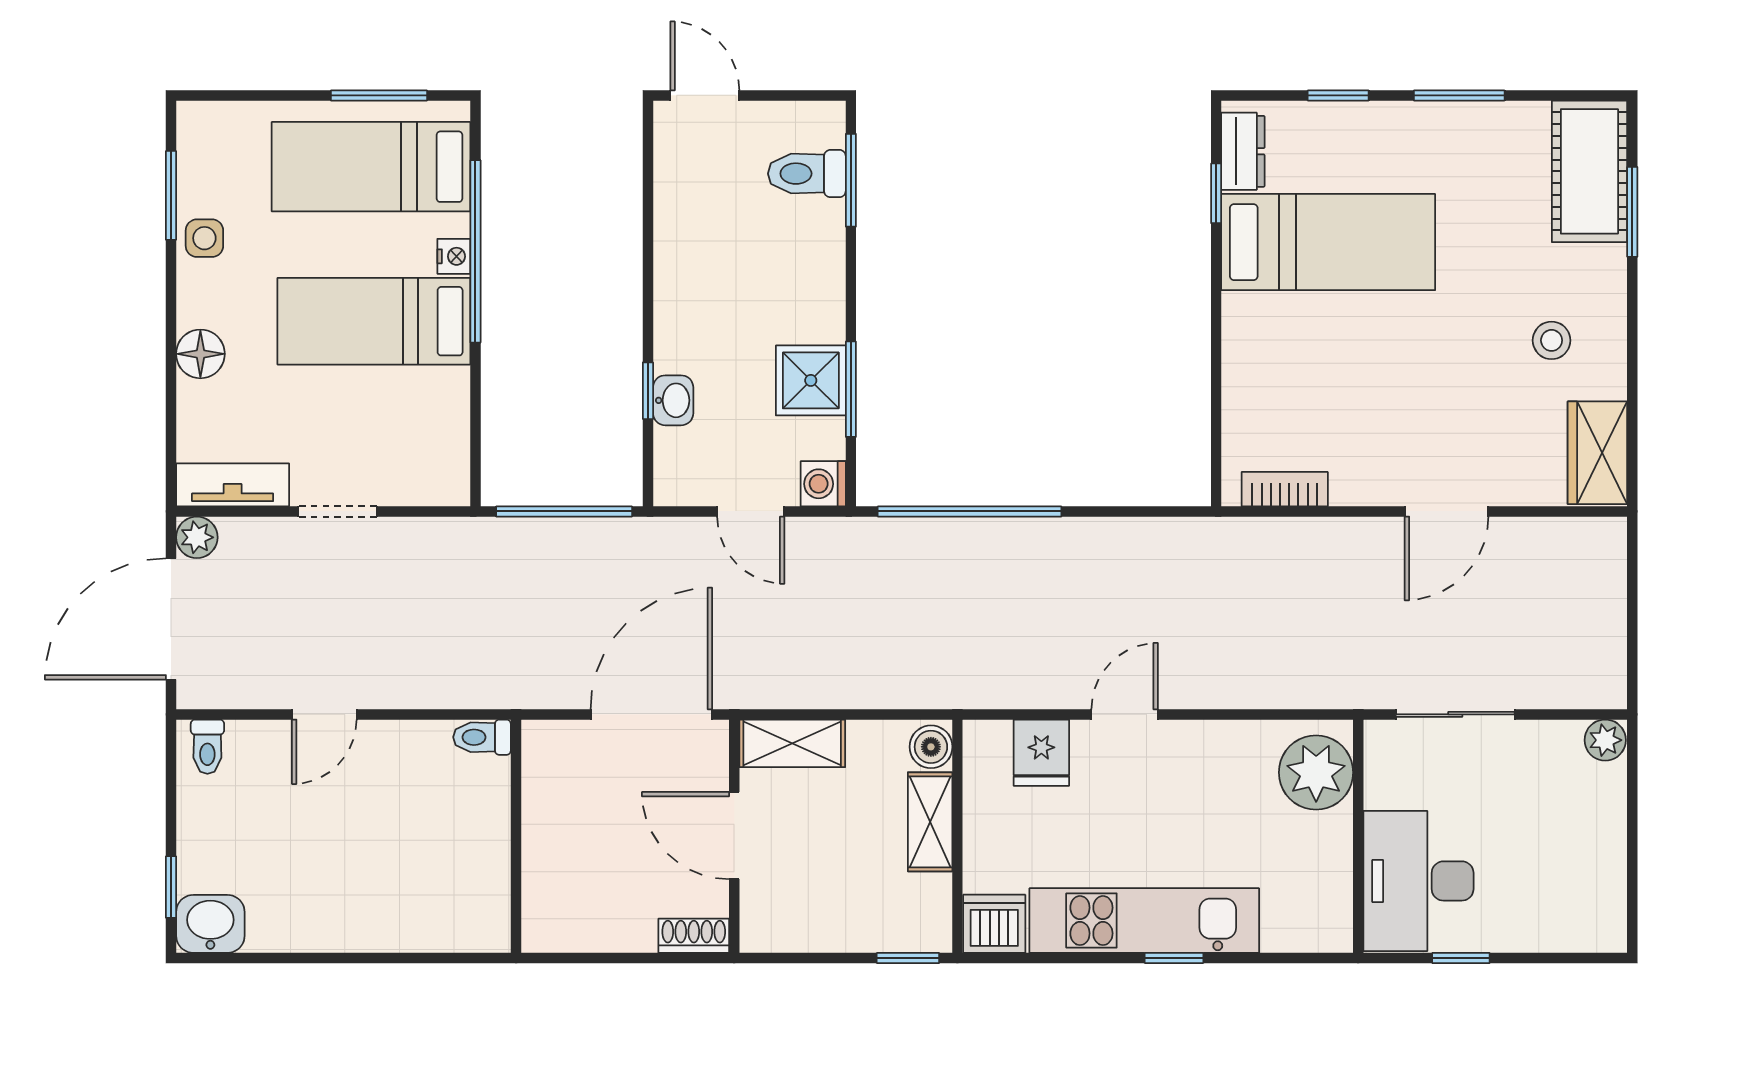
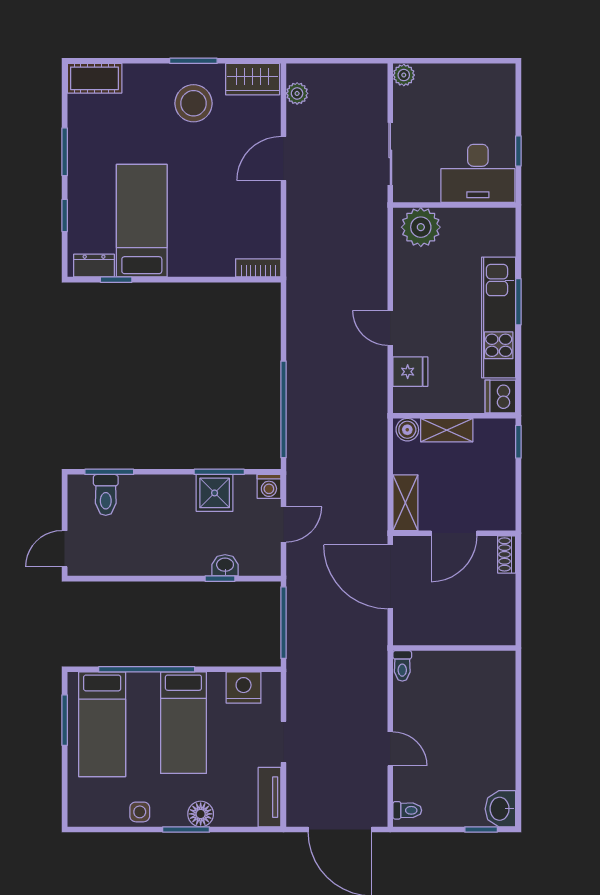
cot: (1589, 171) -> (95, 78), width x0.73, depth x0.75
window: (171, 195) -> (186, 829), moved
window: (1632, 212) -> (193, 61), moved
nightstand: (454, 256) -> (244, 688), moved, width x1.89, depth x1.79
stool: (1552, 340) -> (194, 103), width x1.89, depth x1.89
bookcase: (1285, 489) -> (258, 268), moved, turned 90
door: (1446, 511) -> (284, 159), swing flipped
plant: (197, 537) -> (297, 93), moved
window: (1174, 958) -> (518, 302), width x1.50

